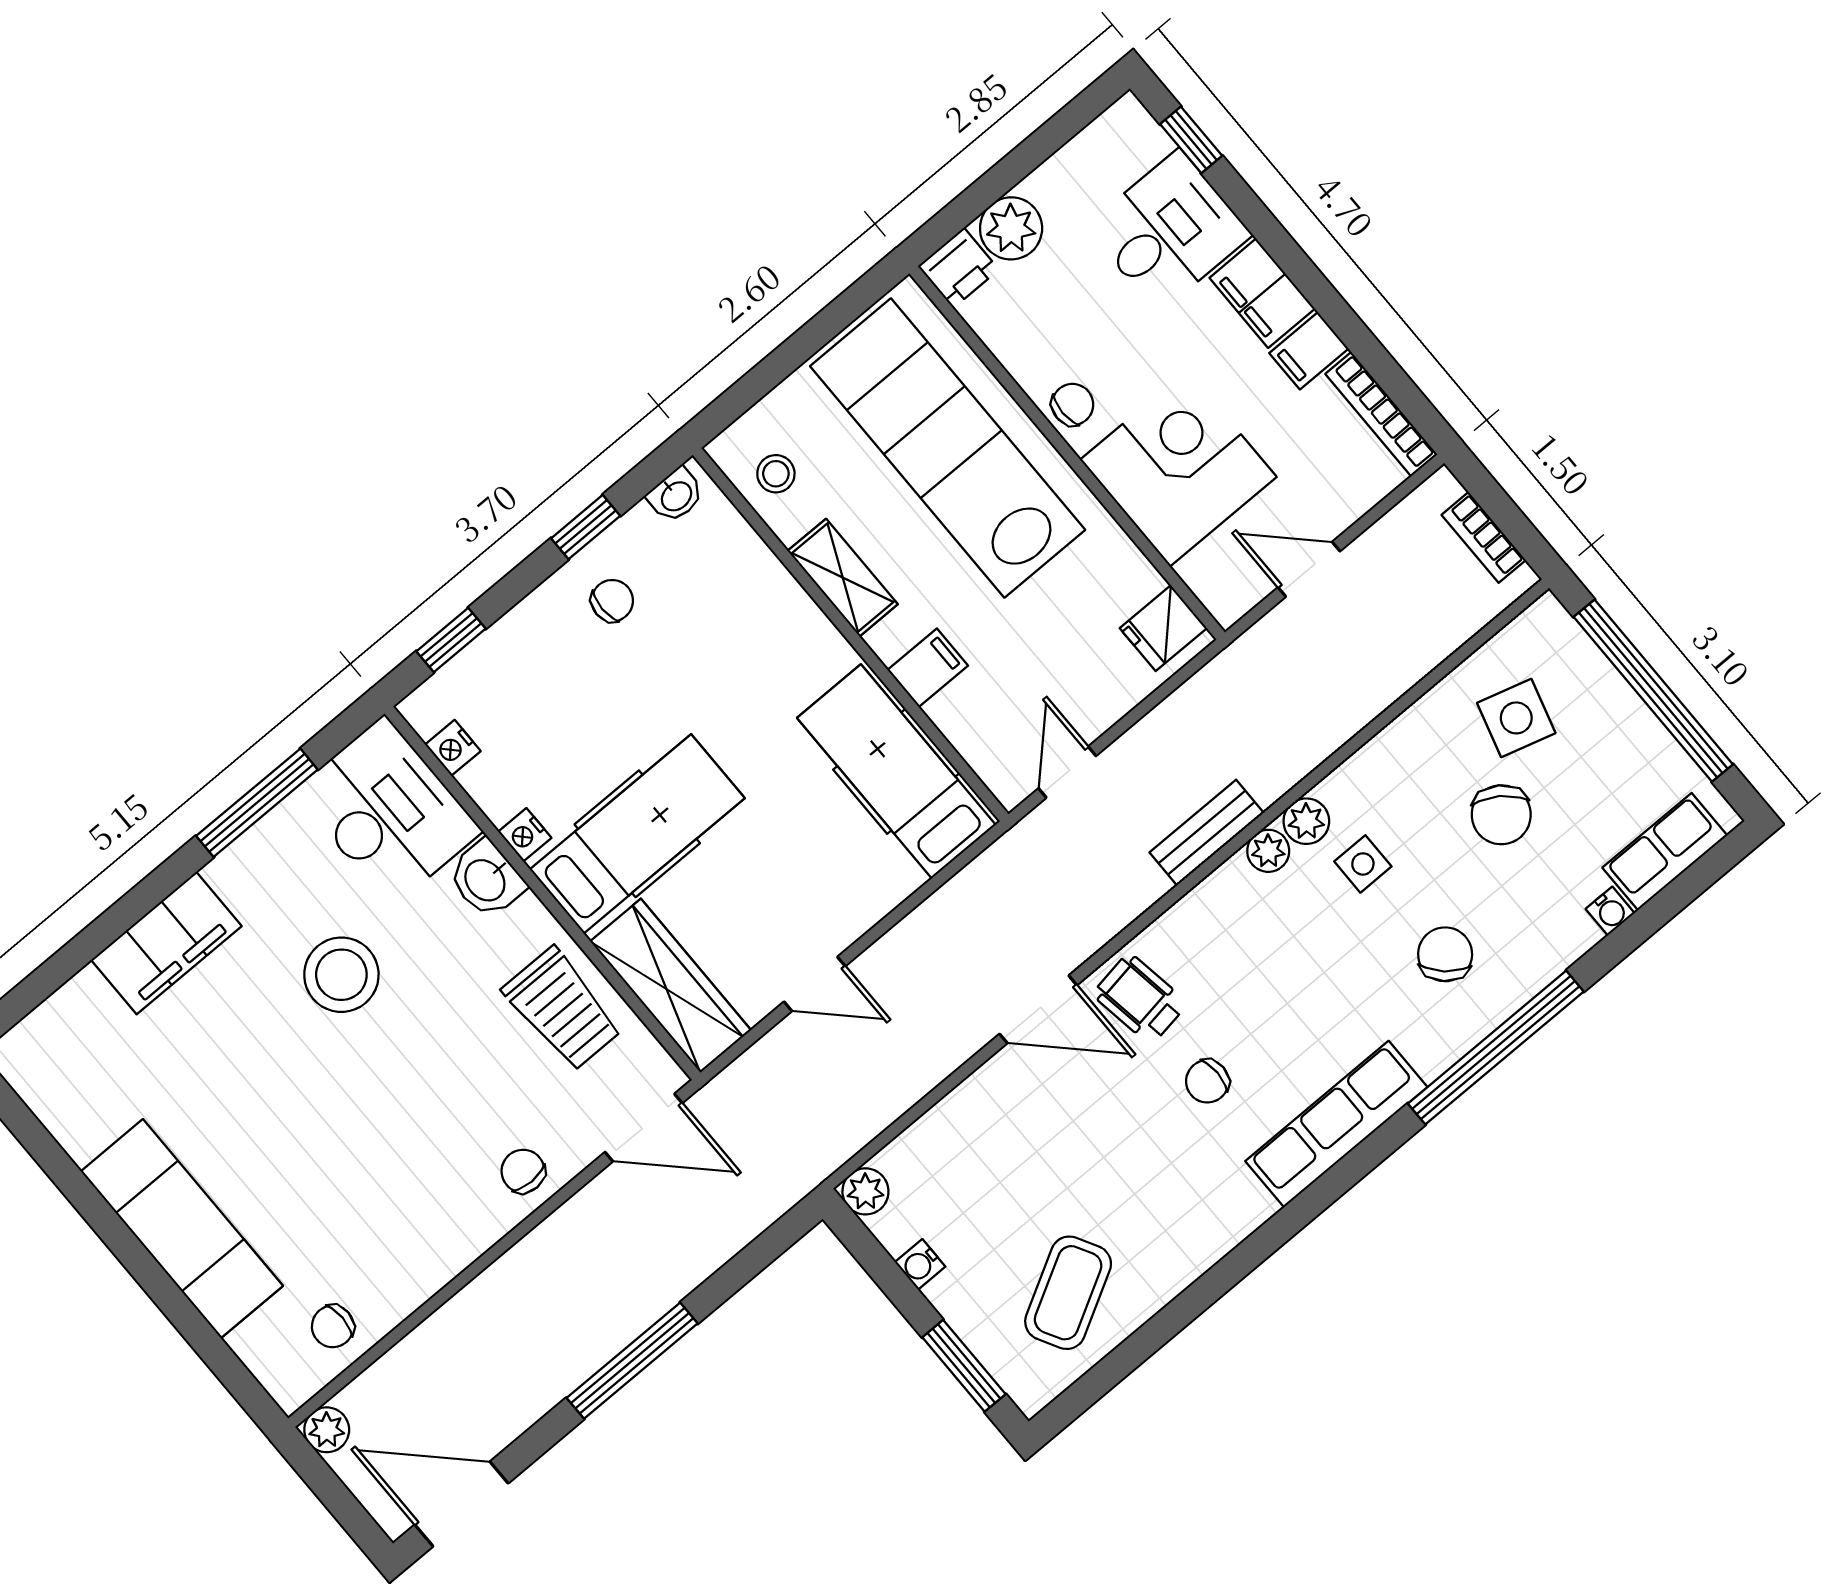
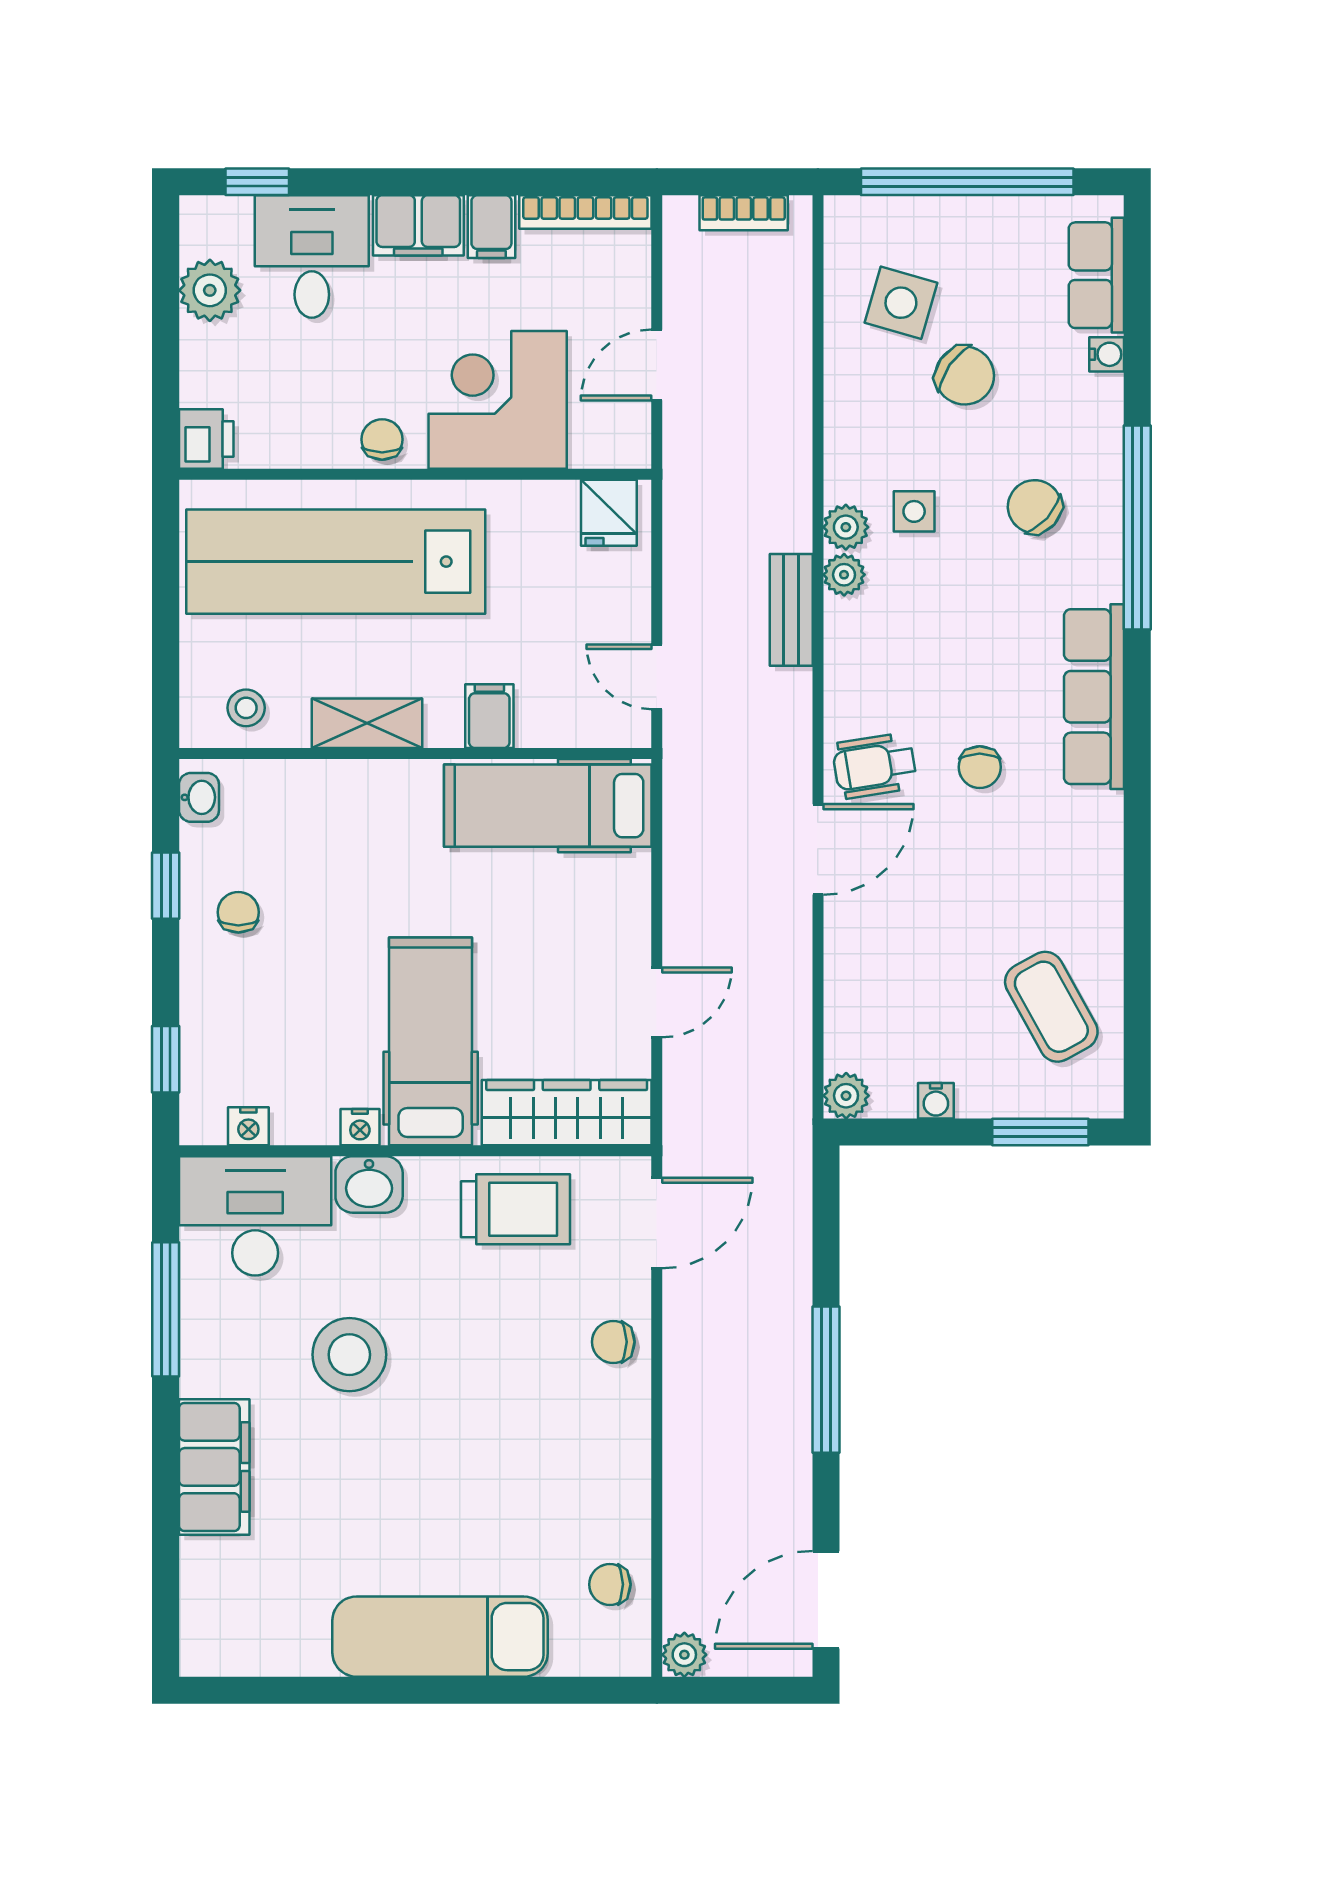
plant: (1011, 228) -> (210, 290), moved
chair: (333, 1326) -> (610, 1584), turned 90

